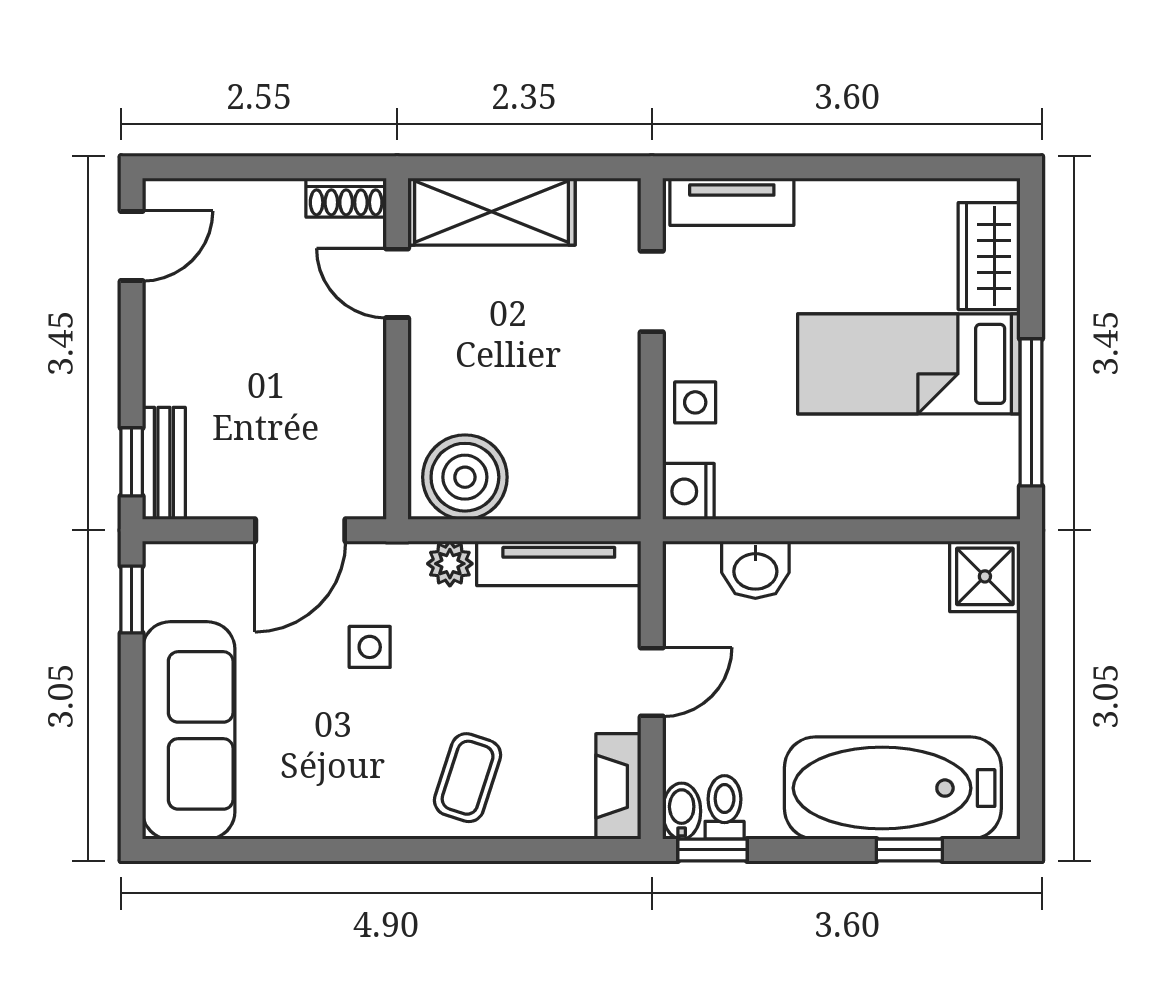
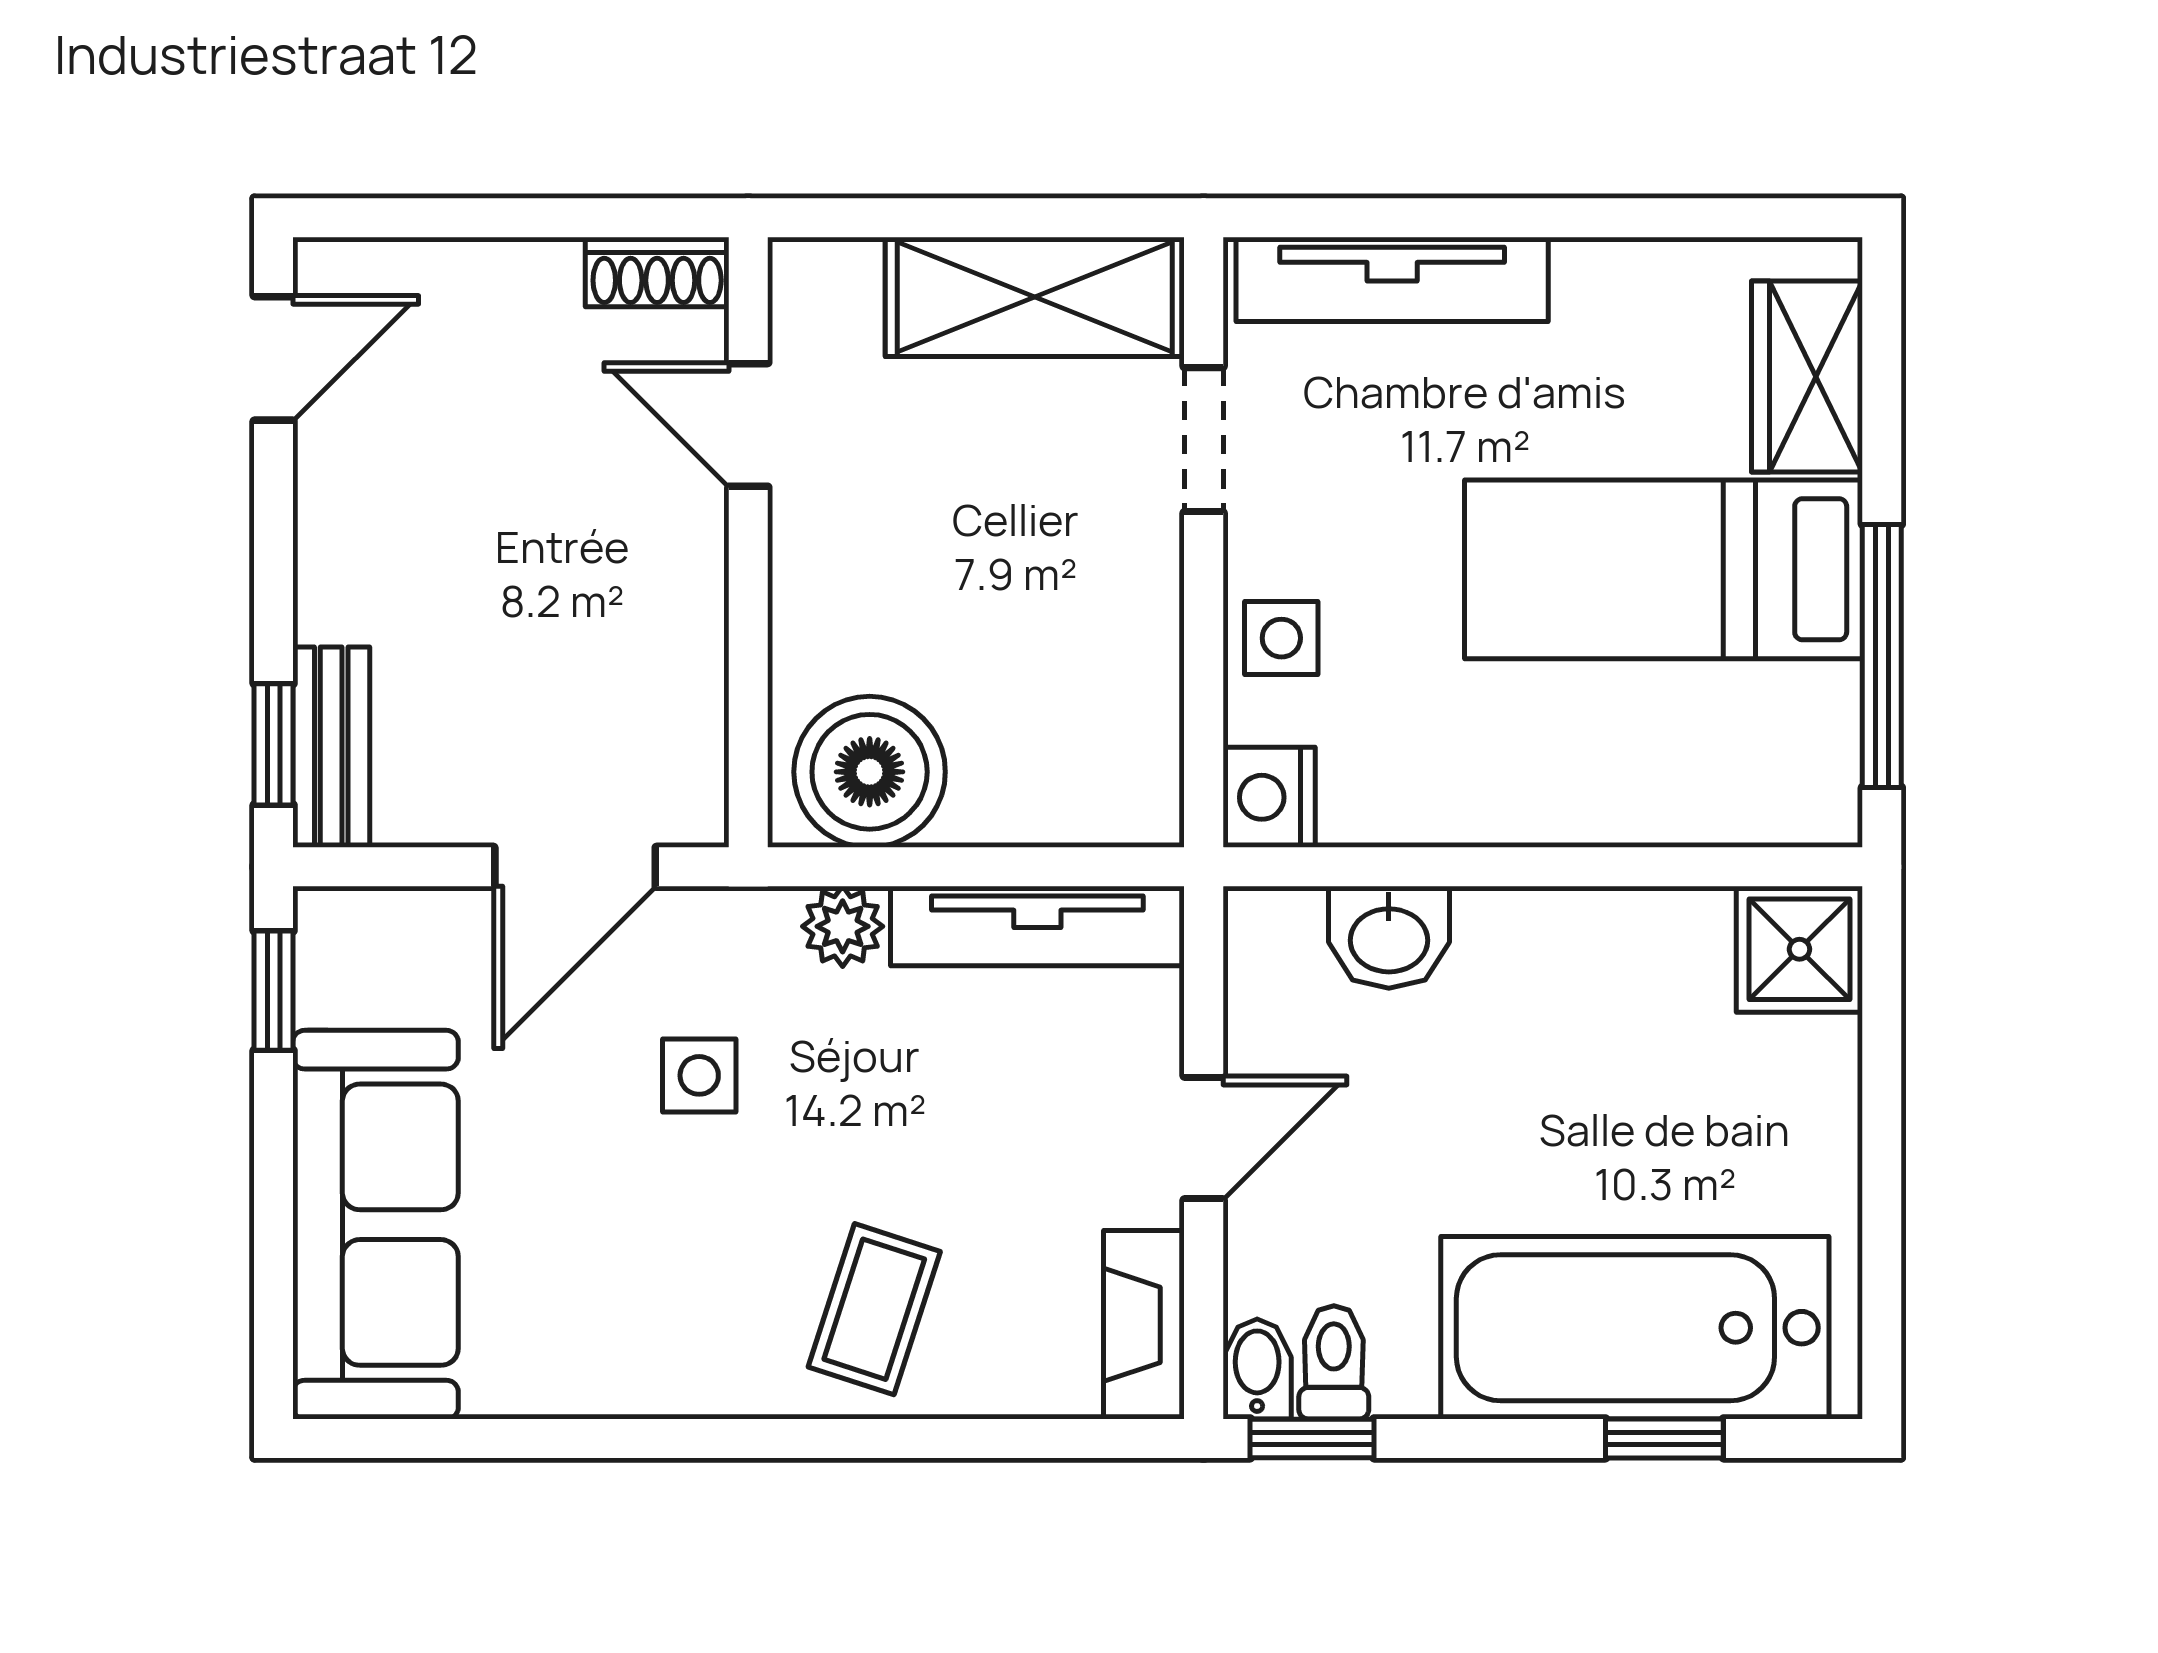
tv unit: (732, 202) -> (1392, 279), width x1.41
shelving: (492, 212) -> (1035, 297), moved

